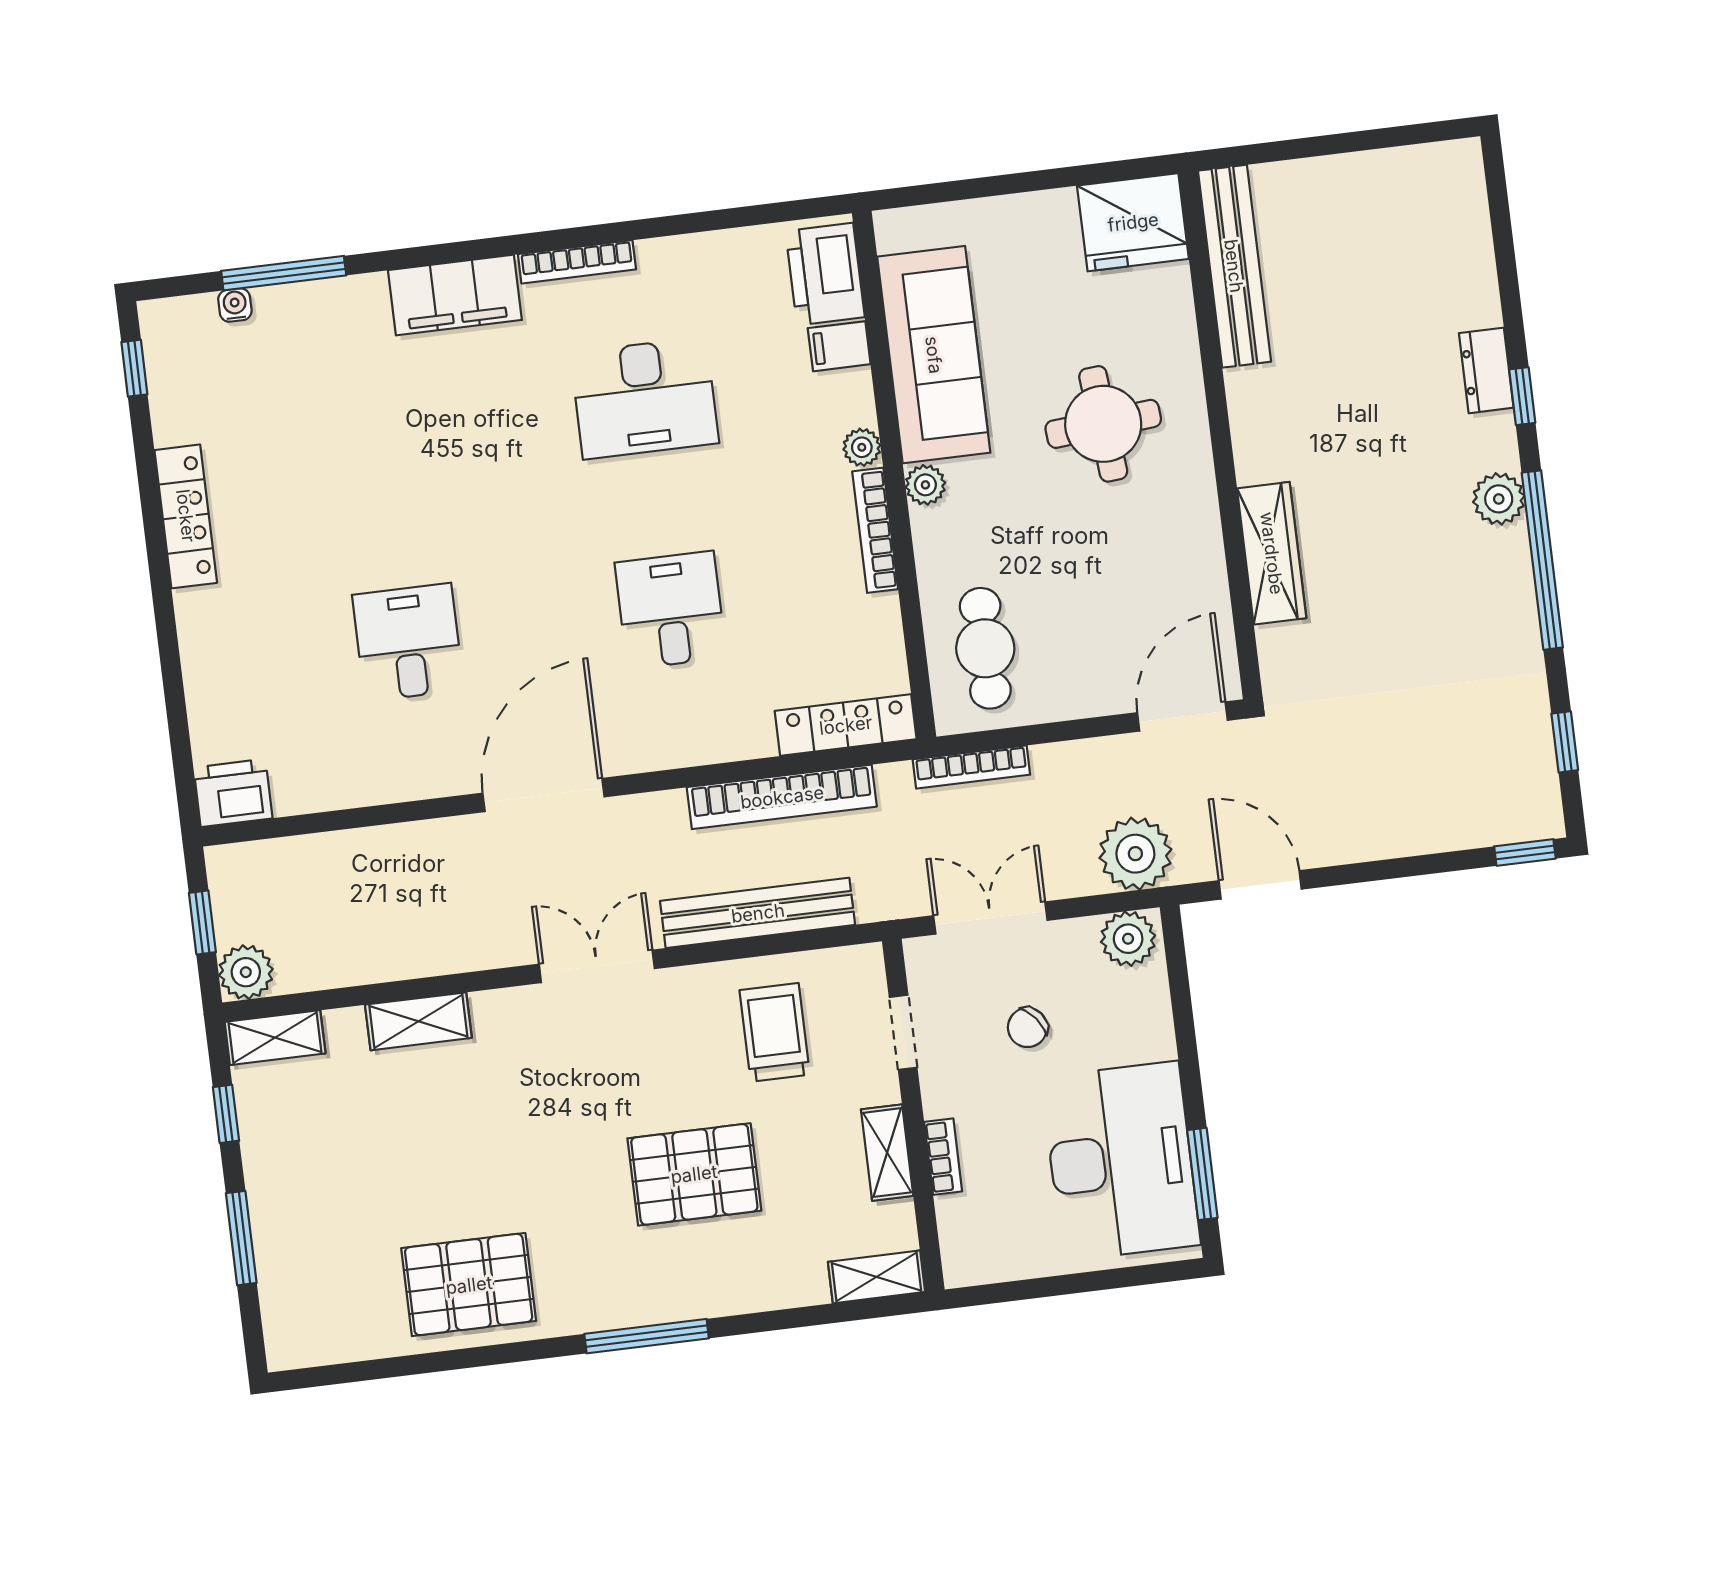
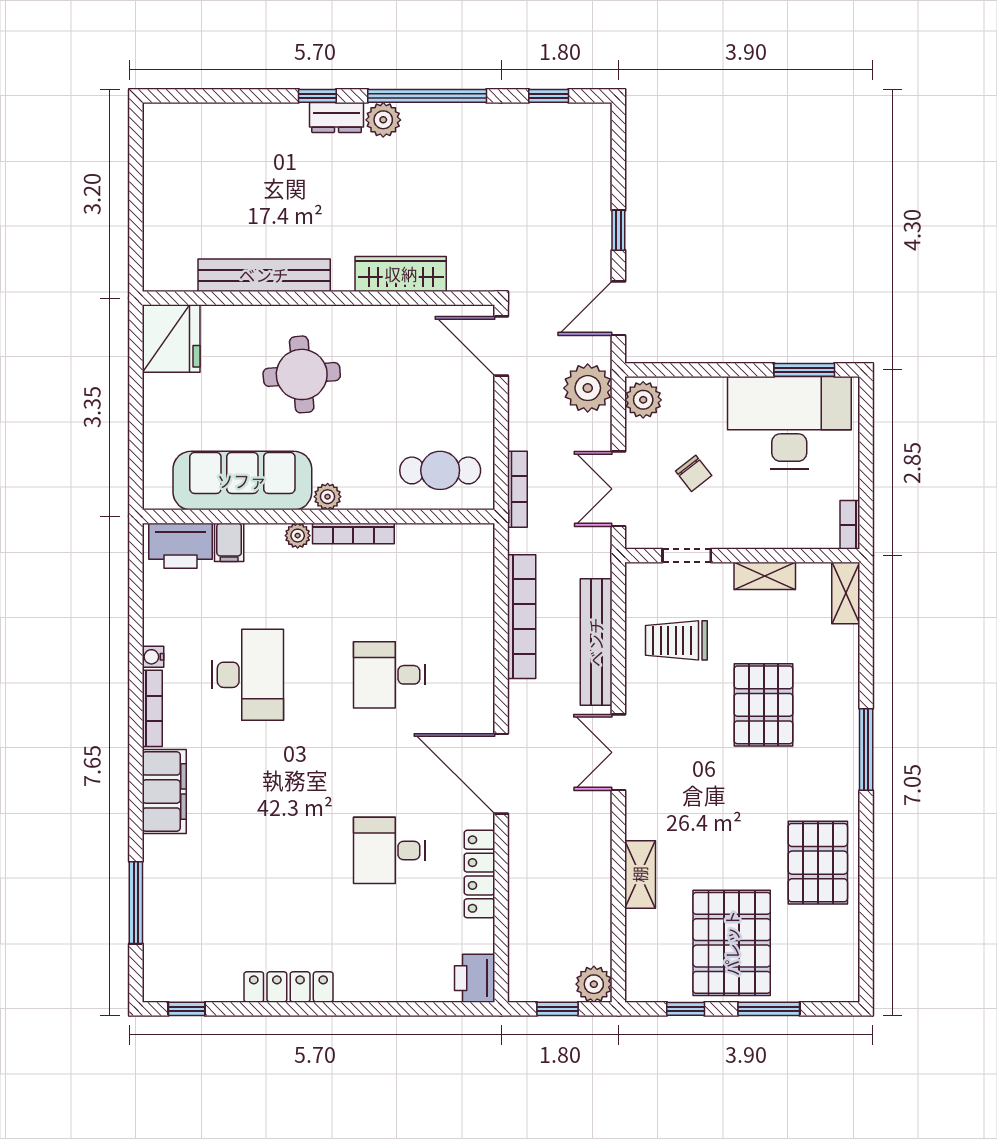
bench: (1234, 266) -> (264, 275), moved
water cooler: (235, 305) -> (153, 657), moved
dresser: (1486, 370) -> (337, 118), moved
locker: (846, 725) -> (479, 874), moved
window: (1525, 852) -> (618, 230), moved
shelving: (275, 1038) -> (639, 970), removed
bookcase: (943, 1157) -> (850, 525), moved, turned -90
pallet: (333, 1171) -> (732, 943), added

